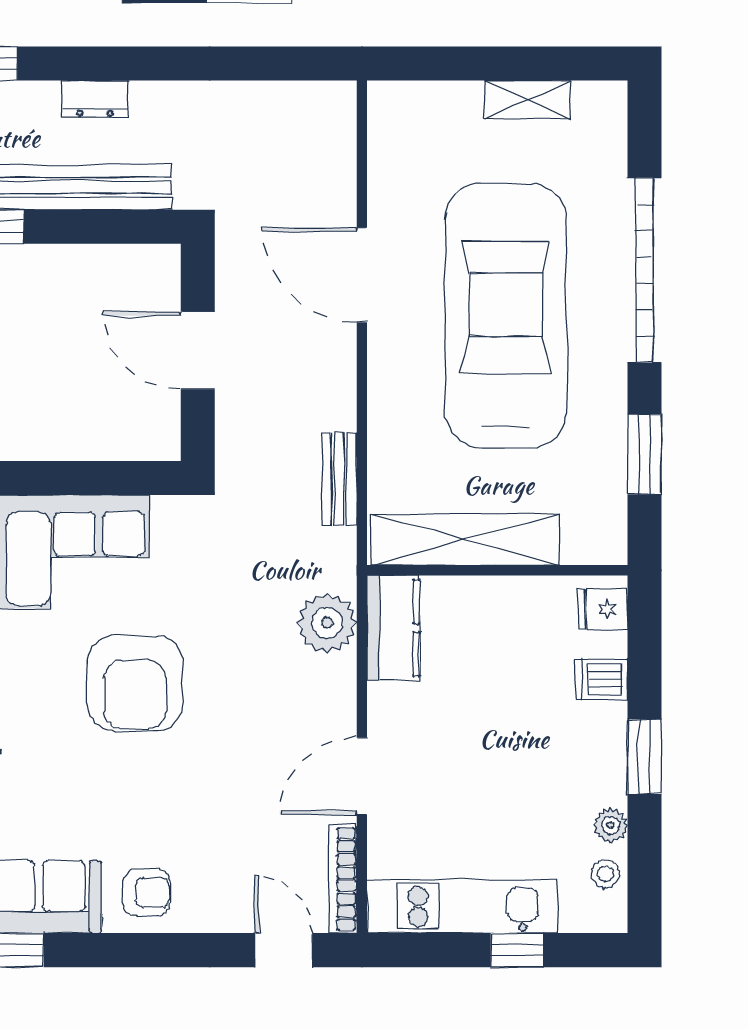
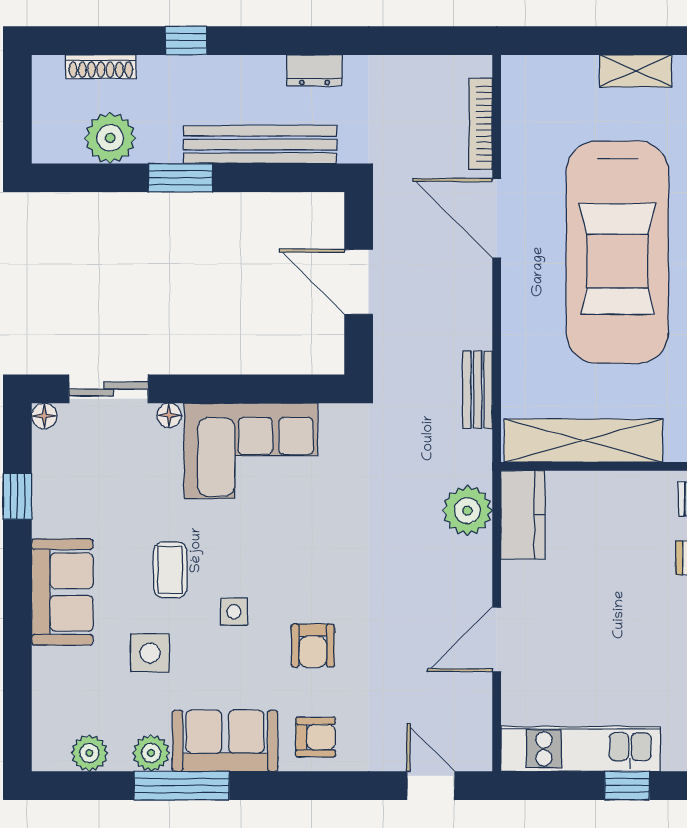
dresser: (95, 99) -> (315, 70), moved
car: (506, 315) -> (617, 252), turned 180
armchair: (135, 683) -> (313, 646), moved, width x0.53, depth x0.53
side table: (49, 743) -> (234, 612), added
bookcase: (343, 879) -> (481, 124), moved

